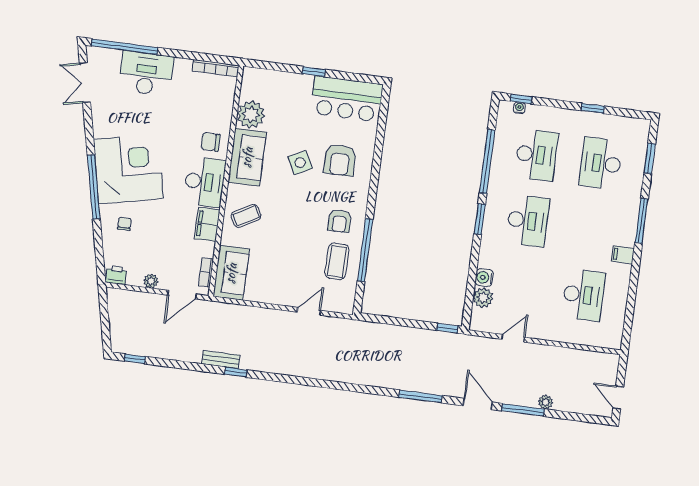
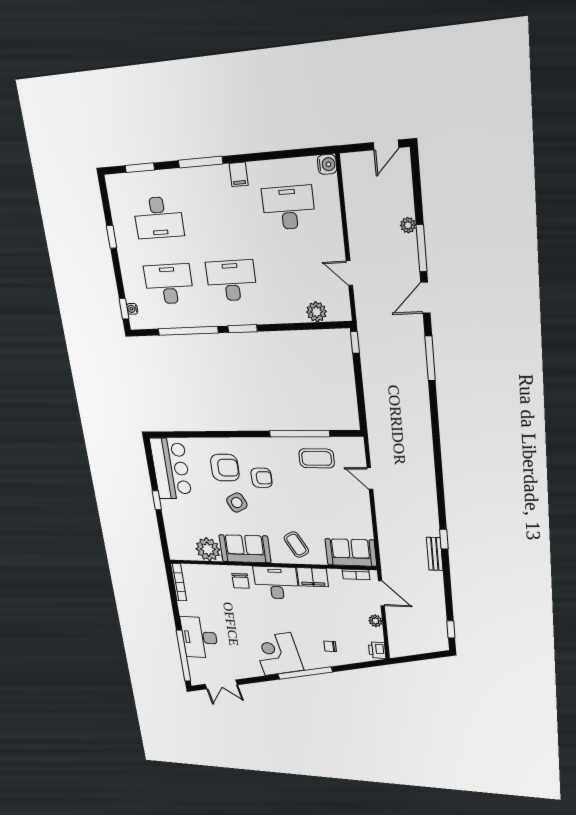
corner desk: (128, 169) -> (278, 654), width x0.74, depth x0.74
armchair: (340, 221) -> (262, 478), moved
water cooler: (484, 278) -> (327, 164), moved, turned -90

